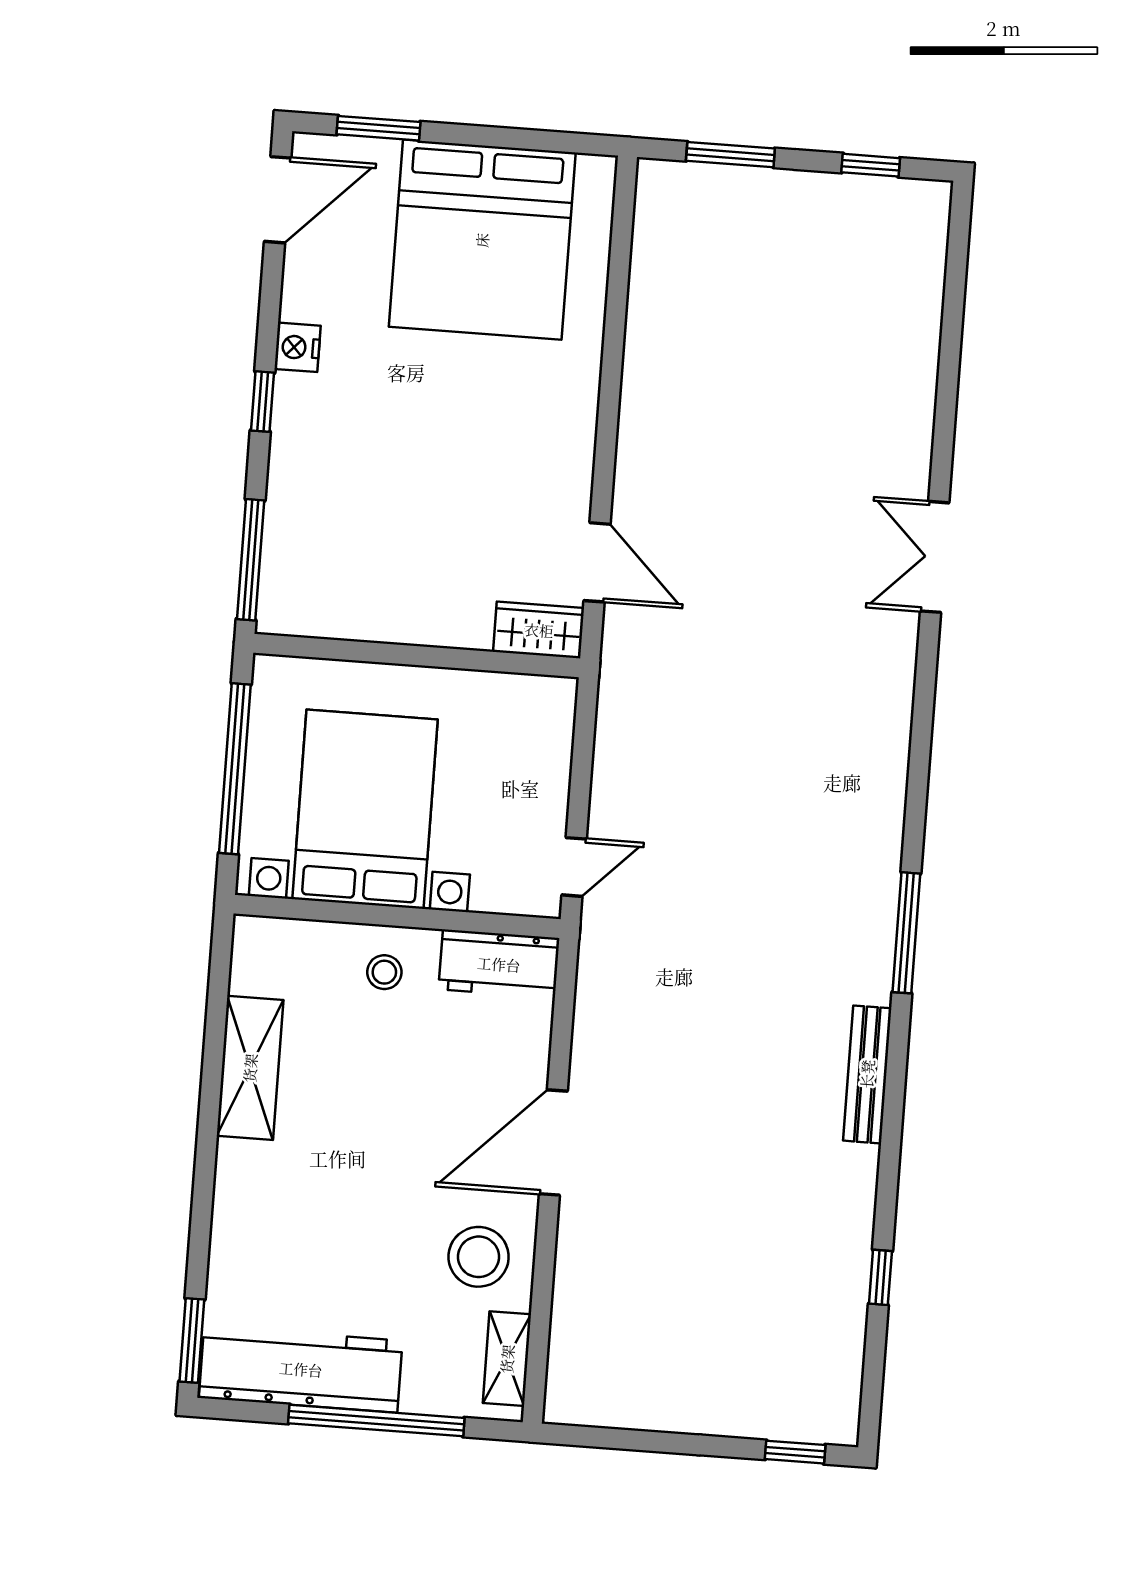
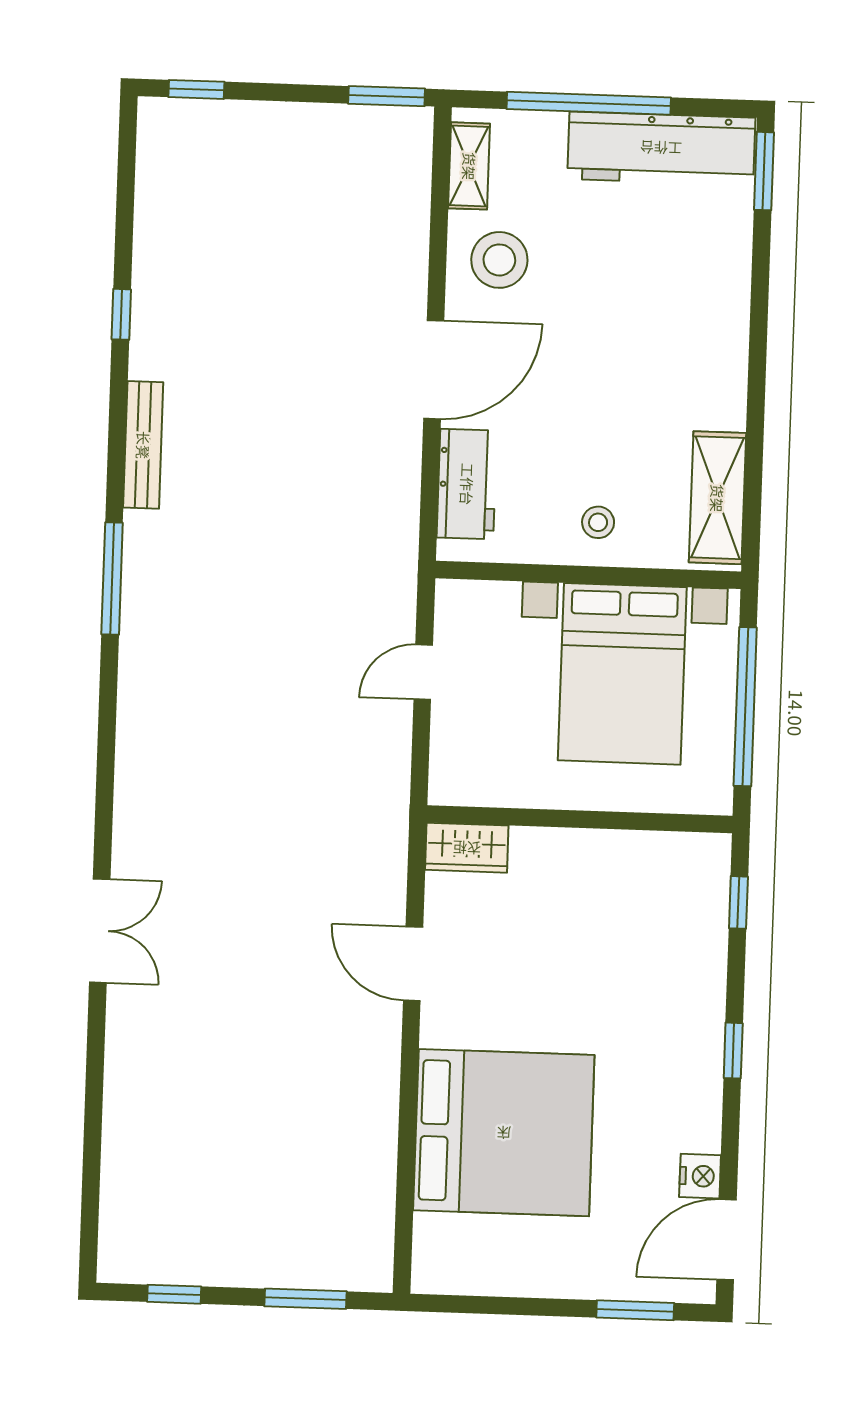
bed: (482, 240) -> (504, 1133), moved, turned 90
nightstand: (297, 347) -> (700, 1176), moved
window: (251, 560) -> (738, 902), width x0.46
door: (597, 562) -> (413, 964), moved
door: (574, 867) -> (423, 672), moved
workbench: (499, 964) -> (467, 484), moved, turned 90
shelving: (250, 1068) -> (717, 498), moved
window: (880, 1277) -> (121, 314), moved
window: (592, 1437) -> (387, 96), added

